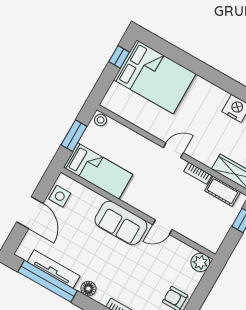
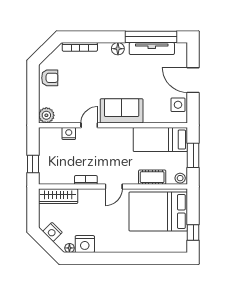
bed: (155, 77) -> (158, 212), moved
cot: (223, 191) -> (152, 177), moved
nightstand: (188, 231) -> (69, 133), added

